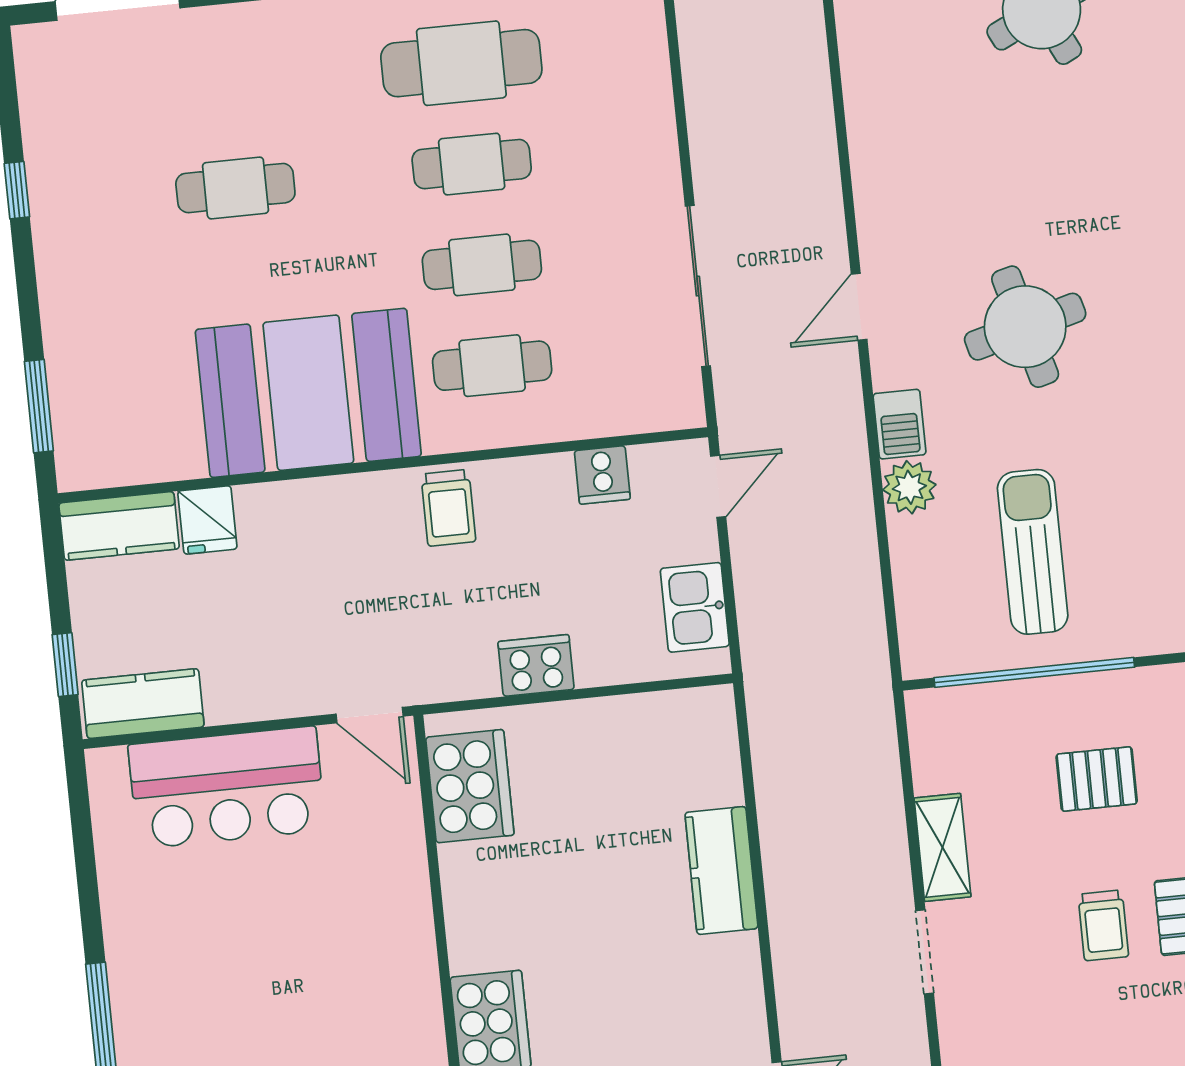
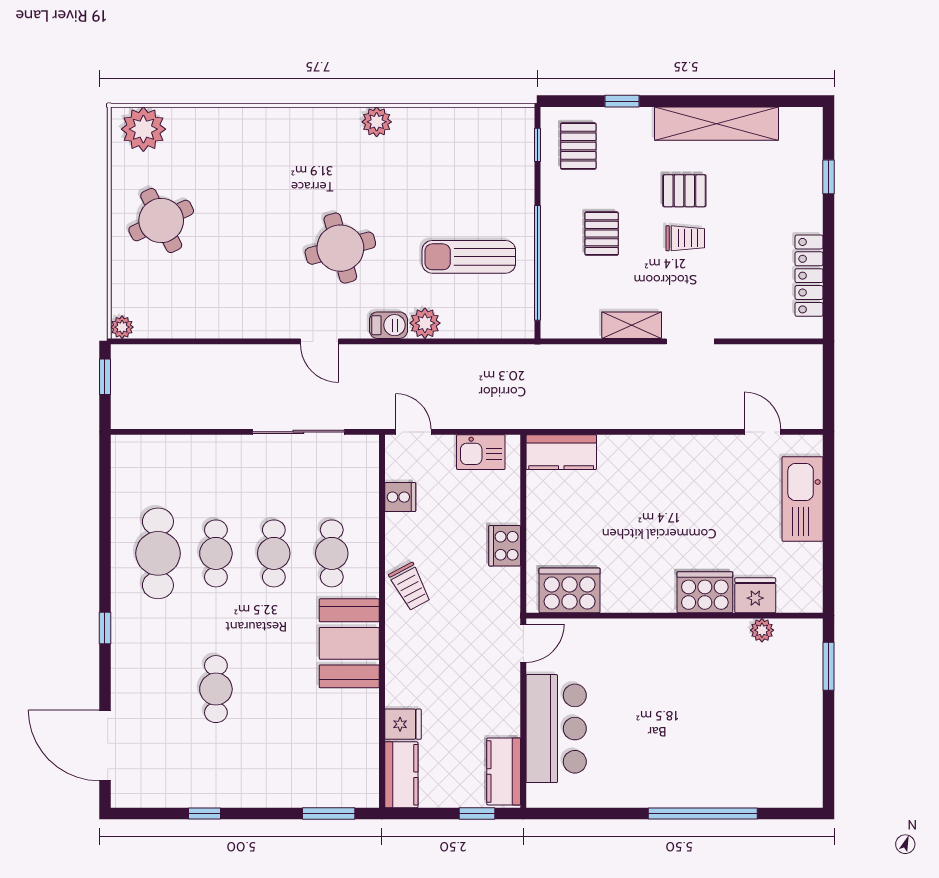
booth: (308, 393) -> (349, 643), width x0.73, depth x0.70
trolley: (448, 508) -> (410, 587), turned 62
kitchen counter: (721, 870) -> (561, 452), moved

